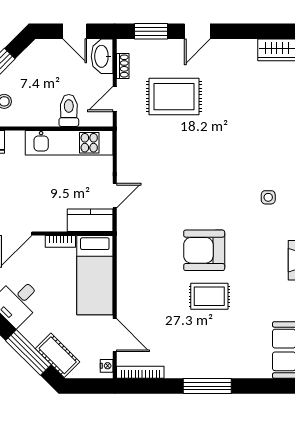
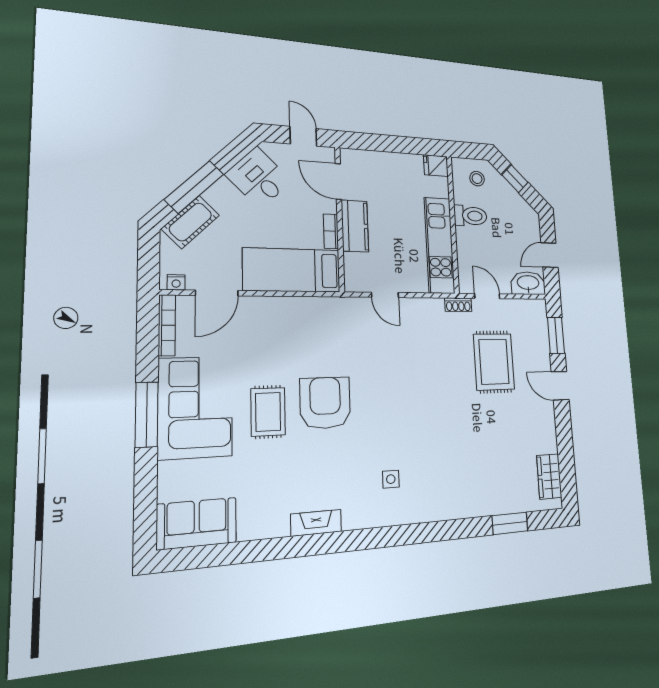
shoe rack: (123, 66) -> (458, 305), moved
toilet: (69, 110) -> (470, 216), moved
kitchen counter: (90, 220) -> (355, 226), moved
corner sofa: (203, 351) -> (195, 407), added

